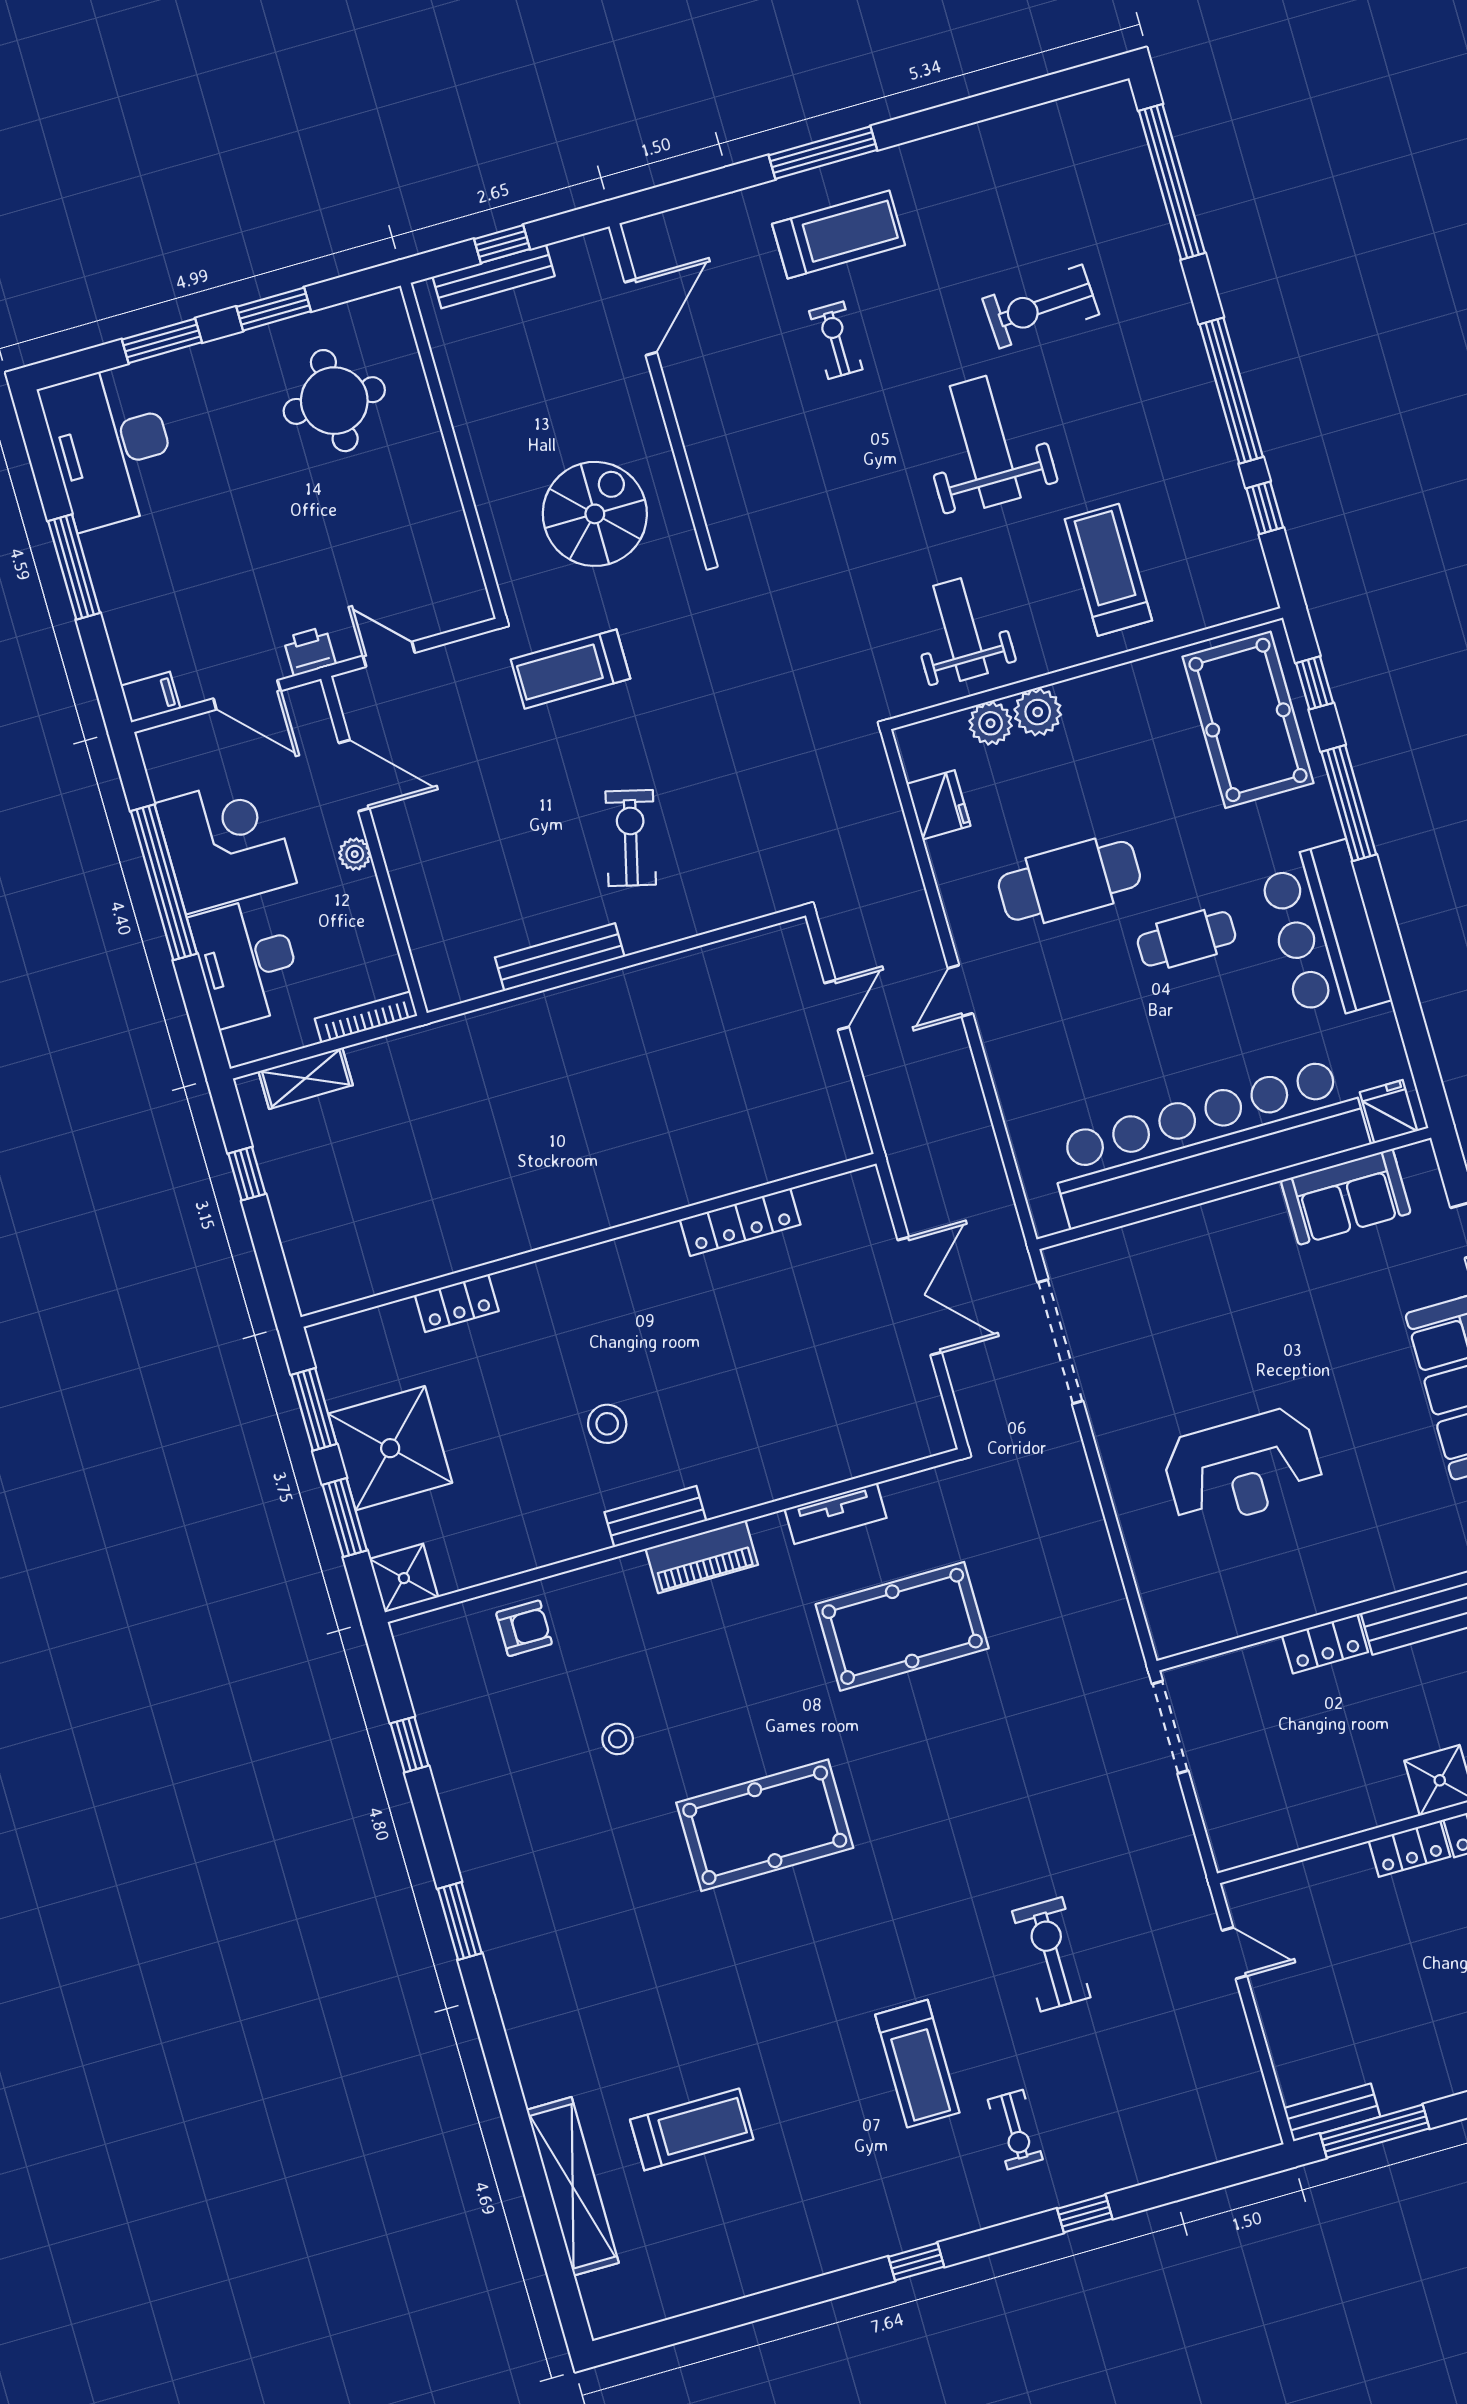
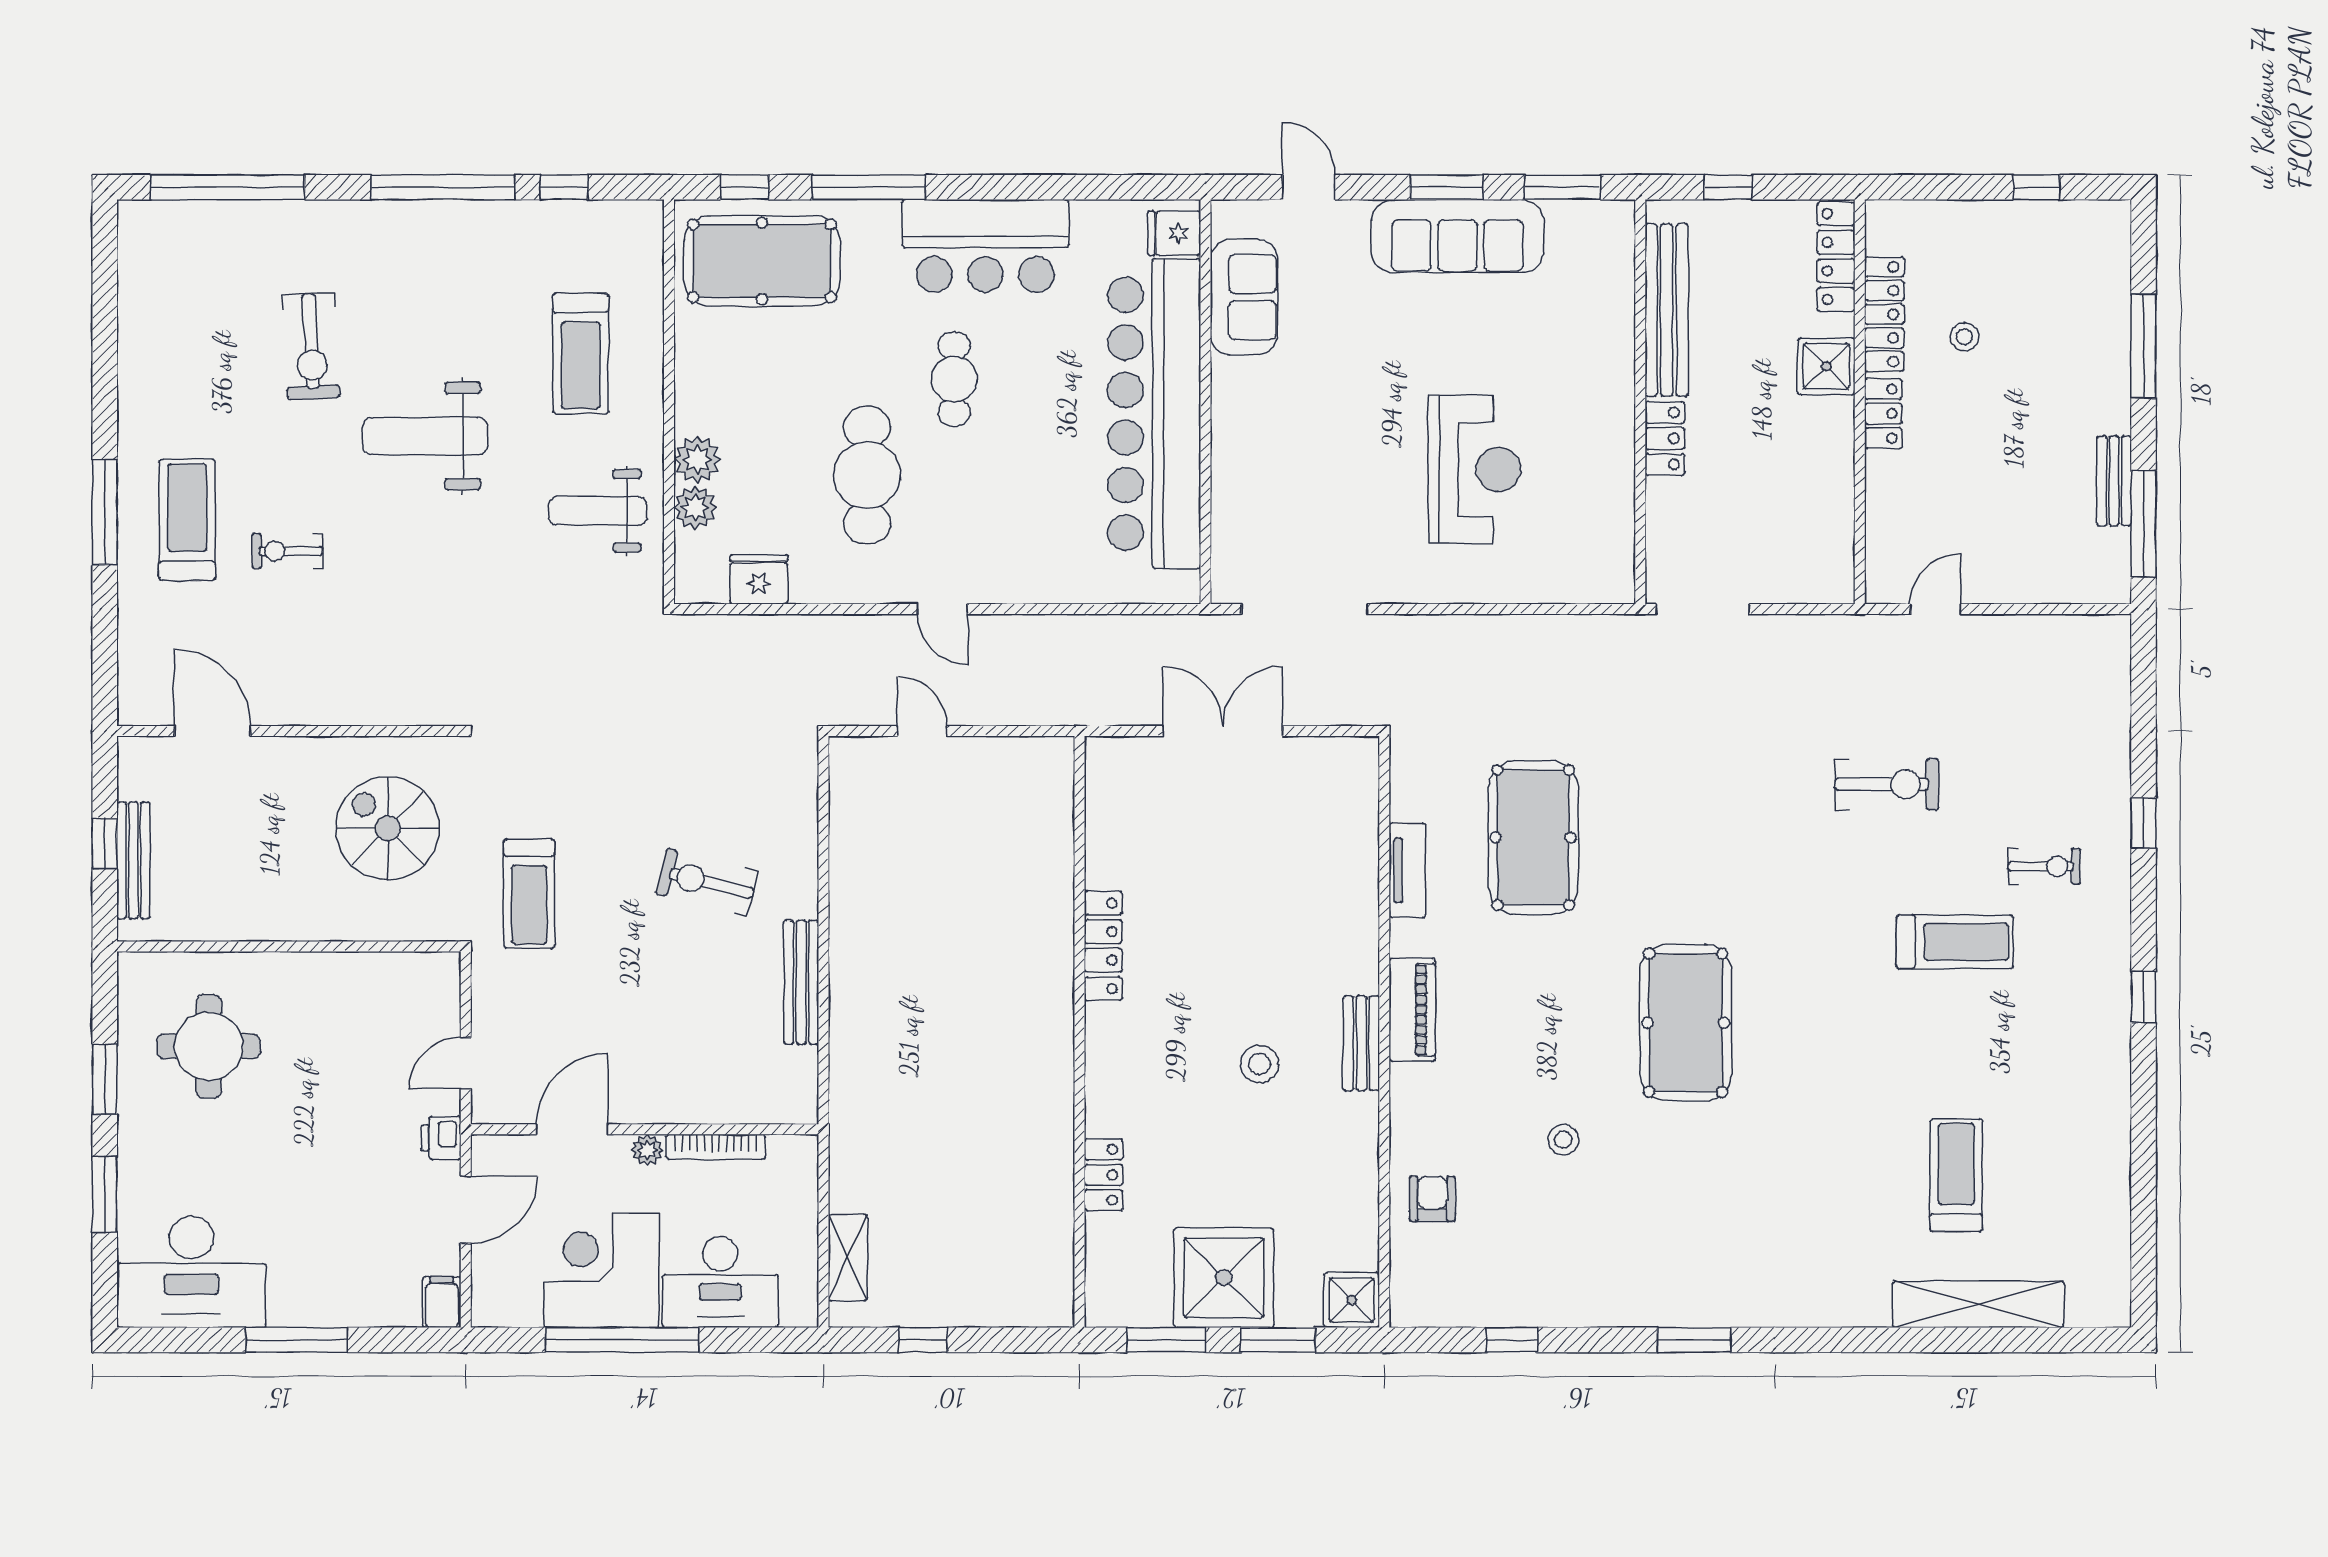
treadmill: (1108, 570) -> (581, 353), turned -90
bookcase: (366, 1017) -> (716, 1147), moved, turned -90
locker: (740, 1222) -> (1103, 946), moved
exercise bike: (1051, 1954) -> (1887, 784), turned 180
bench: (1332, 2112) -> (2114, 481), moved

